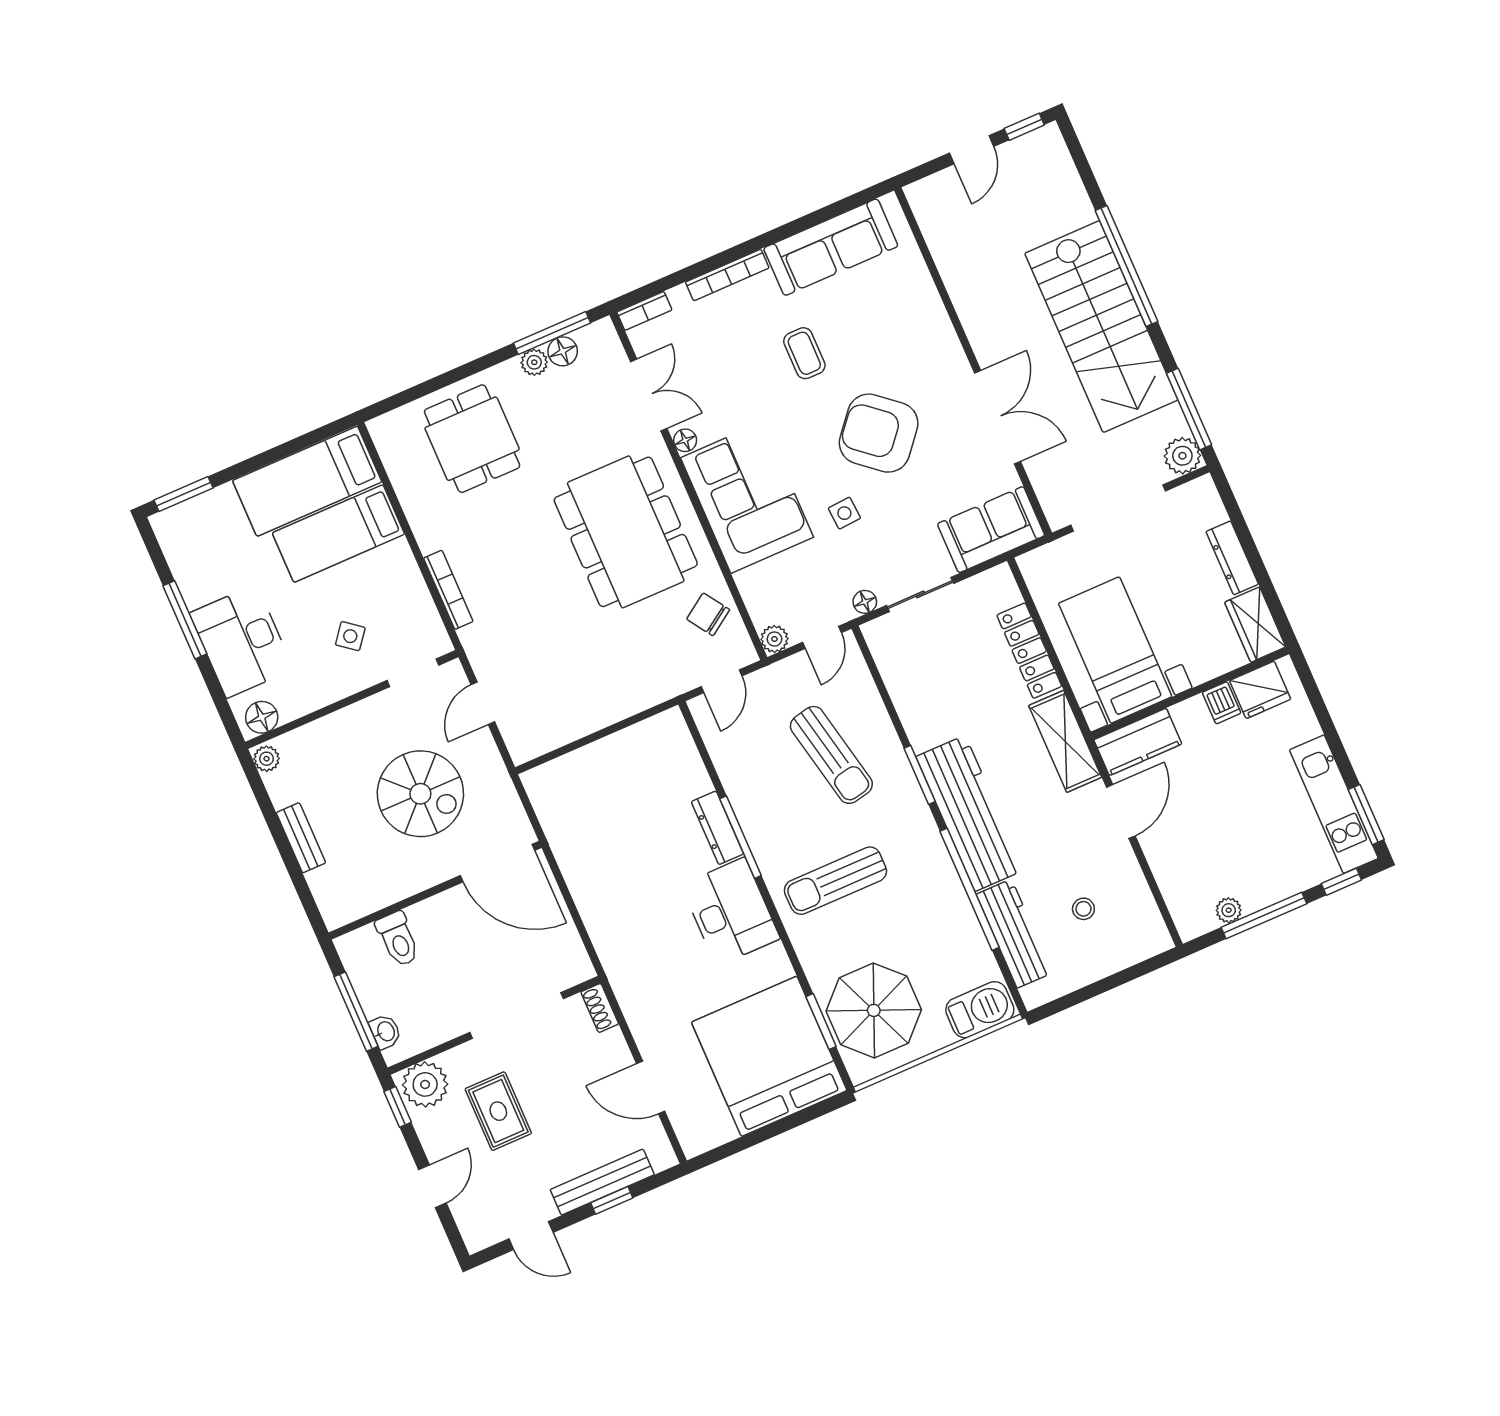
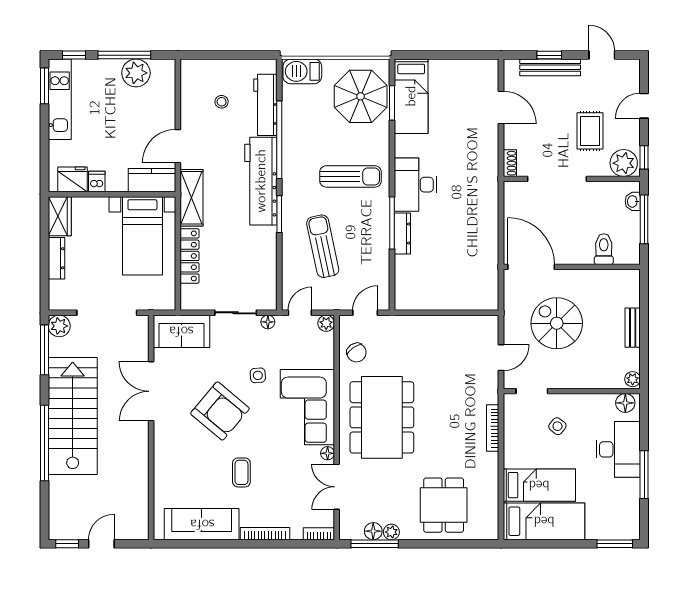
plant: (1229, 910) -> (136, 73), width x1.88, depth x1.88
bed: (769, 1056) -> (411, 96), width x0.49

